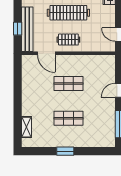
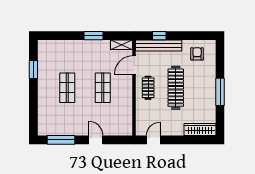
window: (18, 93) -> (93, 36), added
shelving: (27, 127) -> (122, 45), moved
window: (65, 151) -> (33, 70), moved

